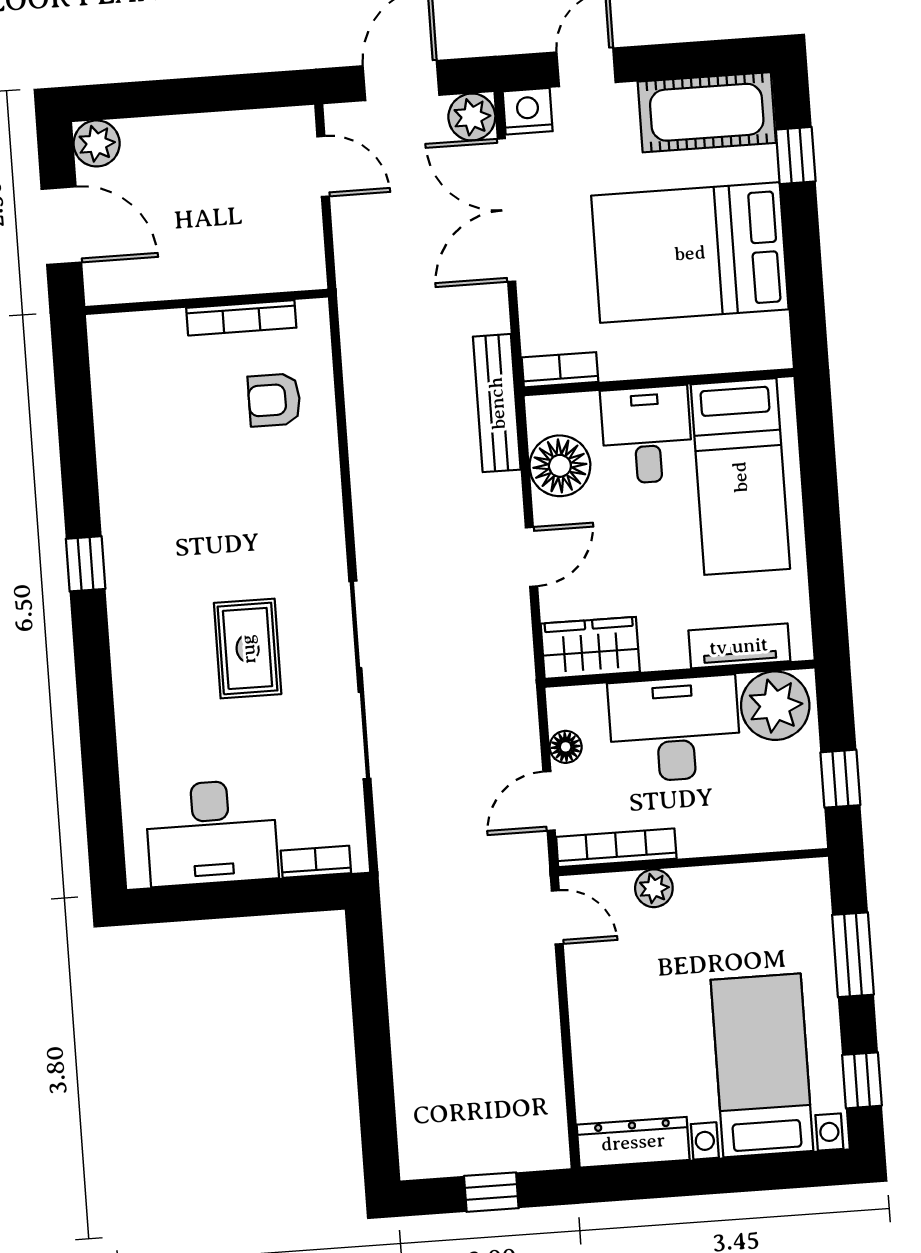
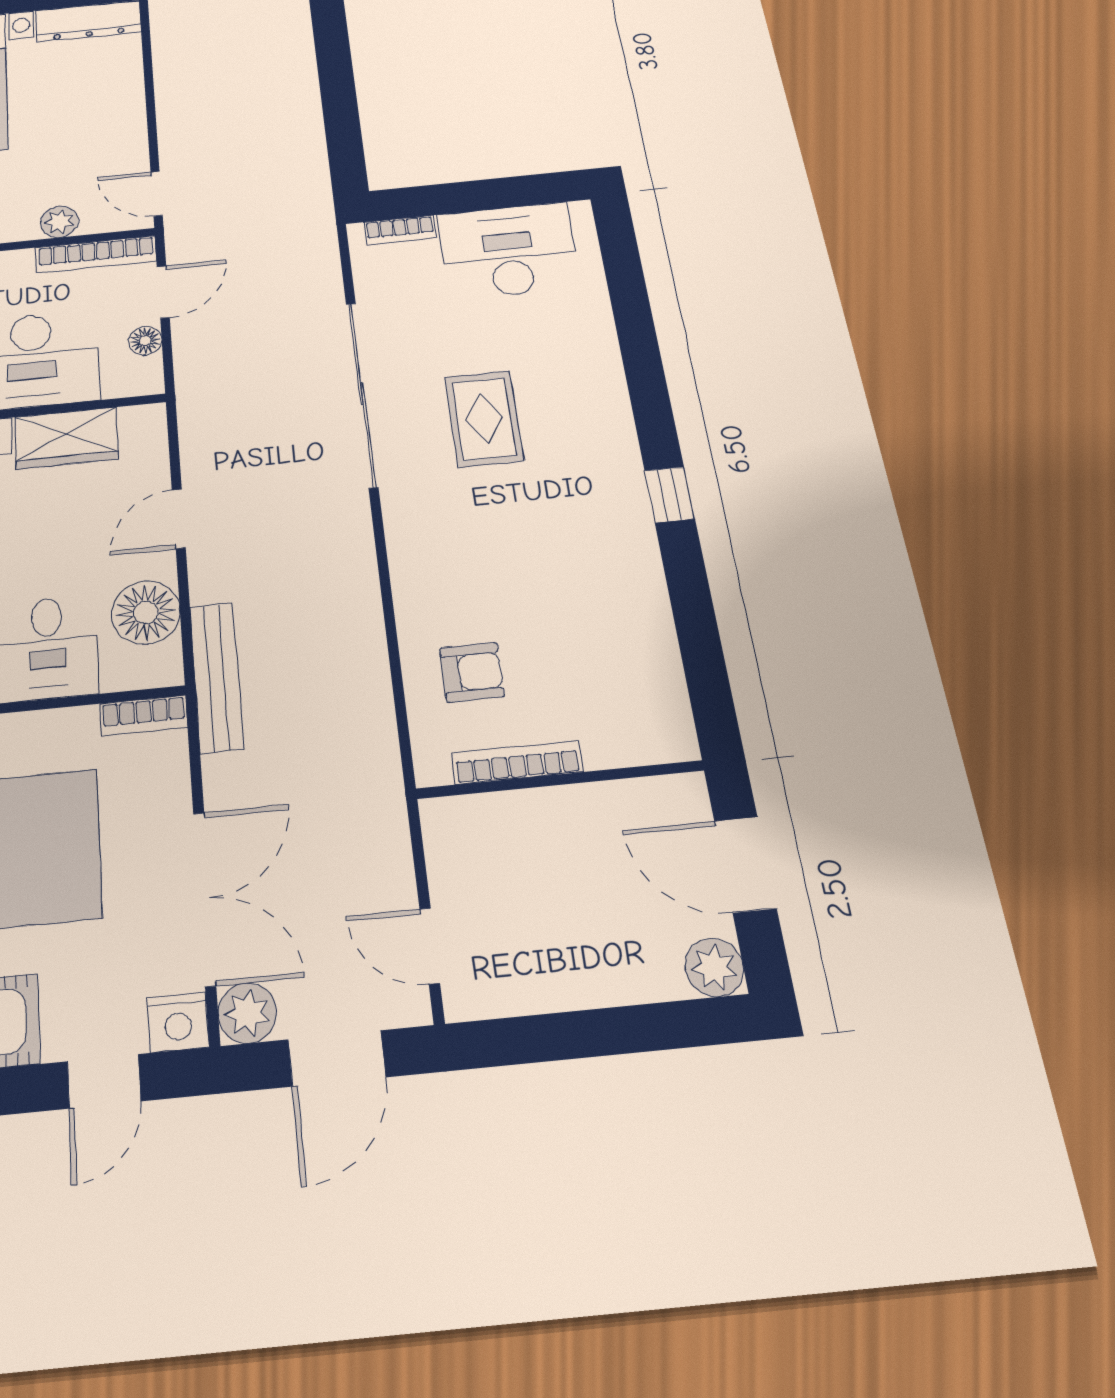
wardrobe: (590, 648) -> (66, 438), moved

